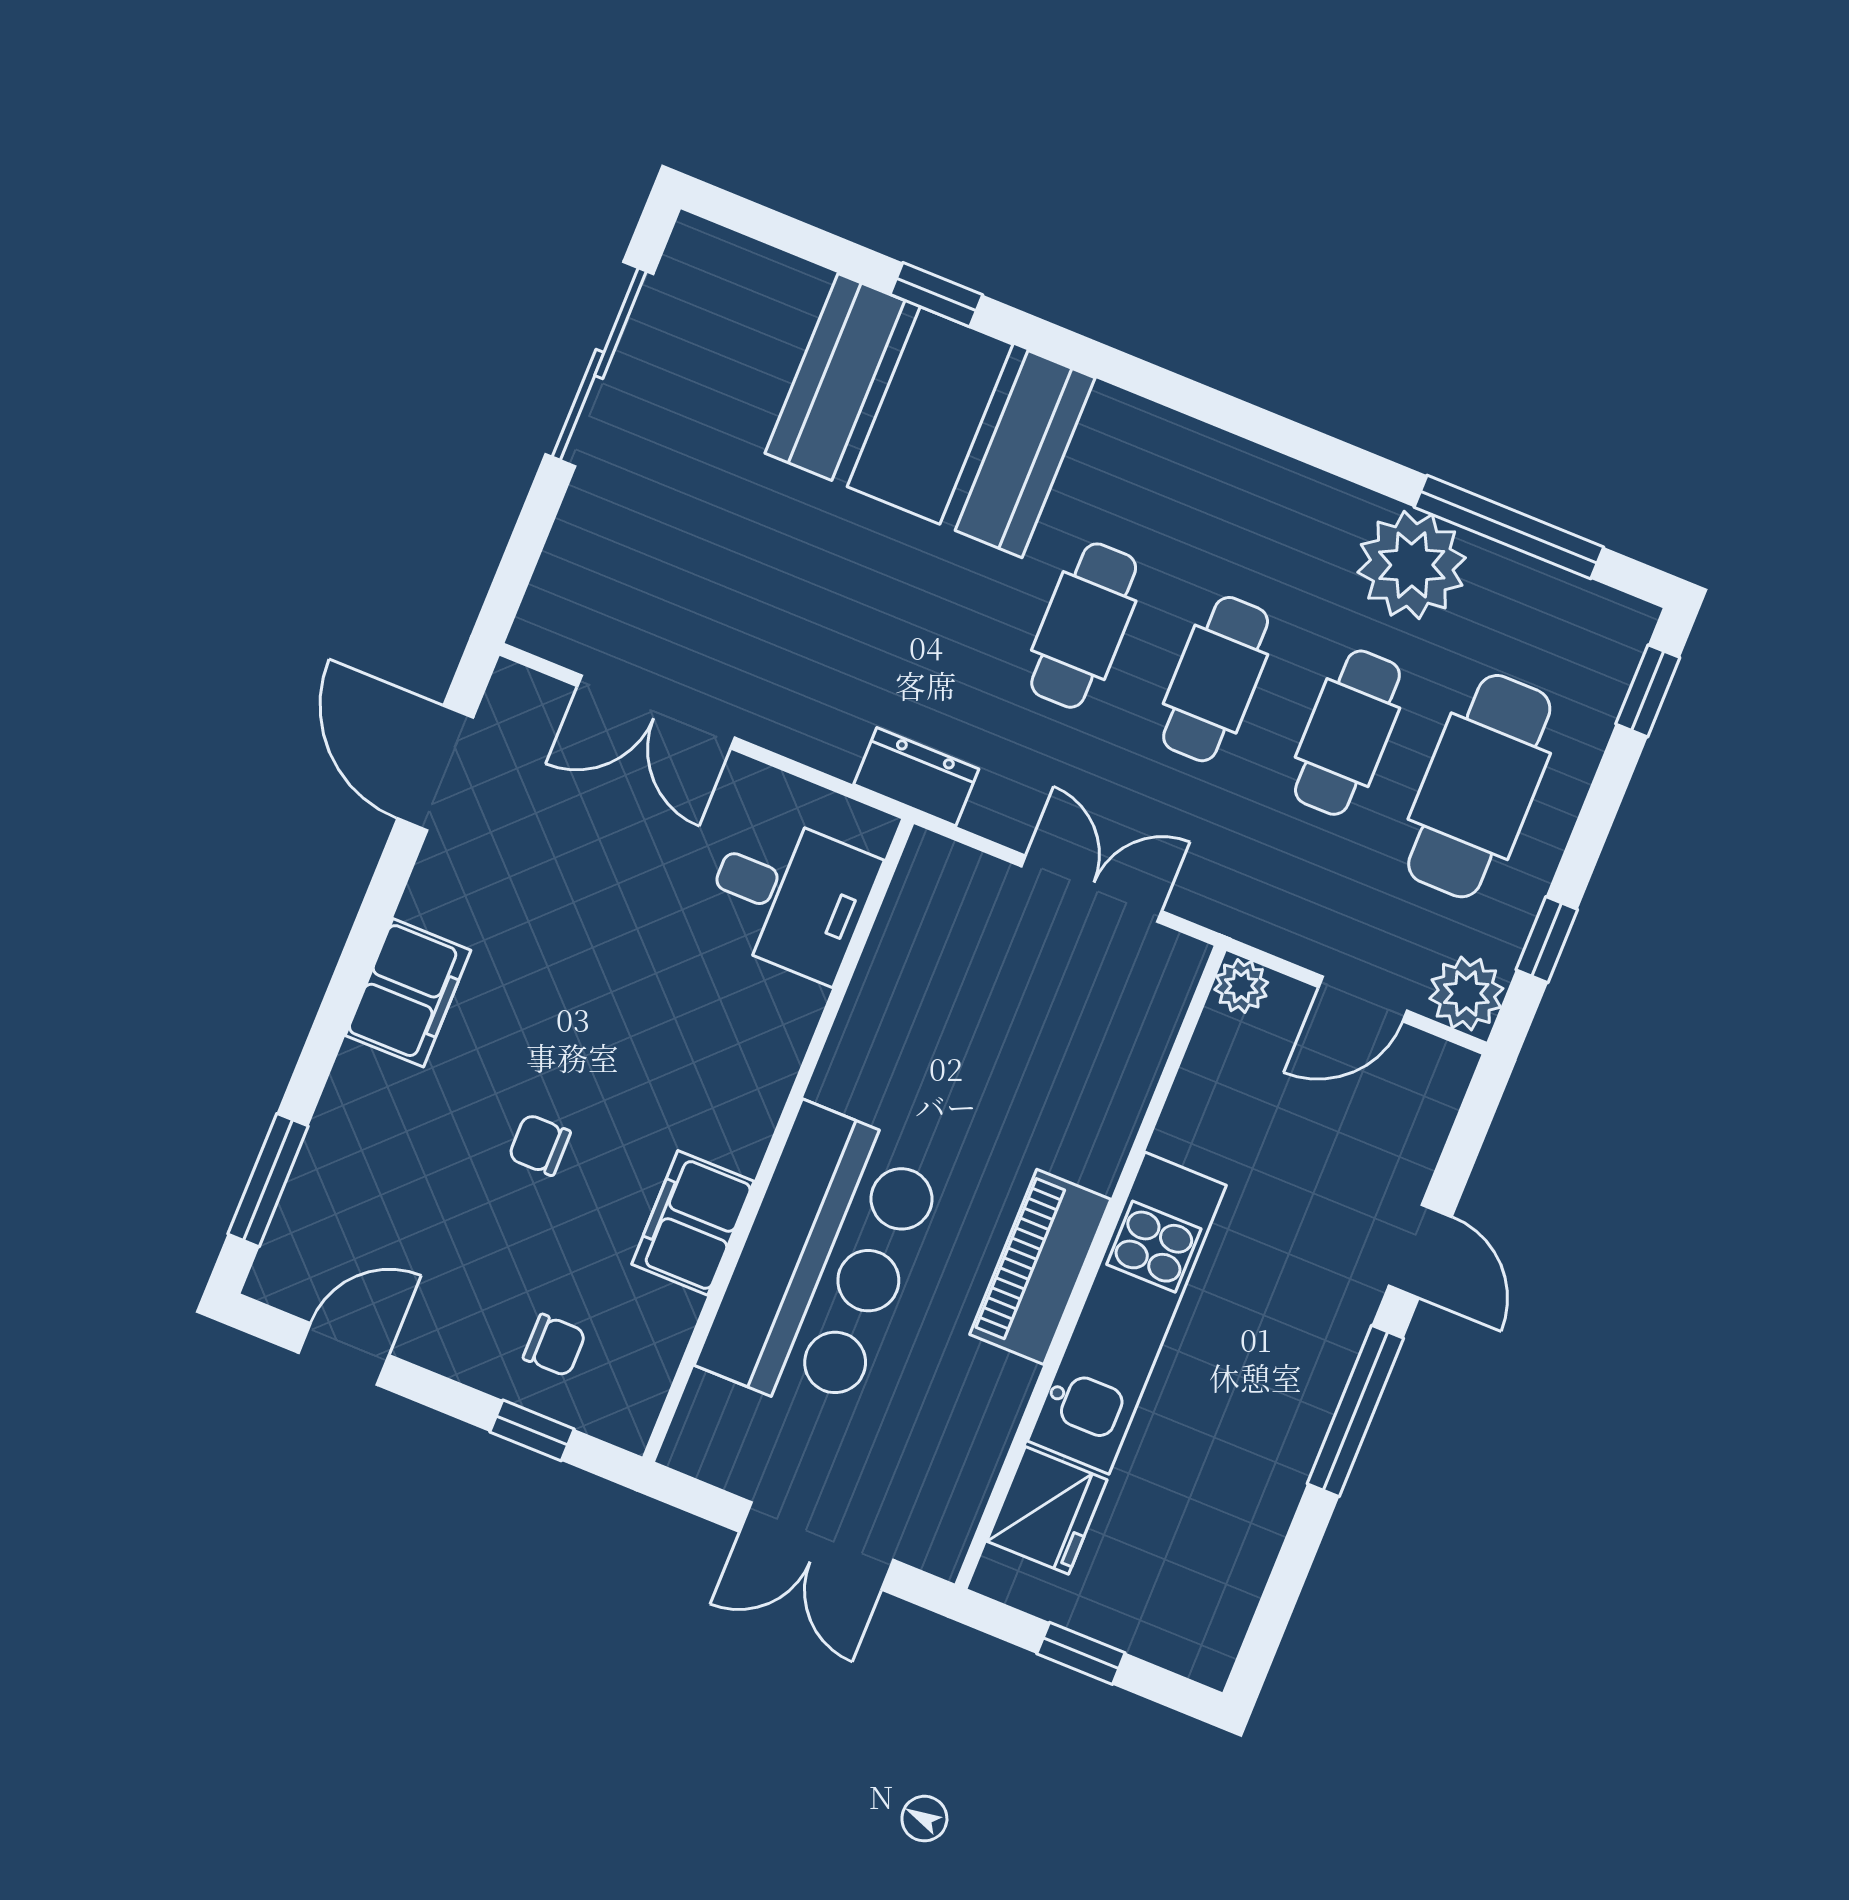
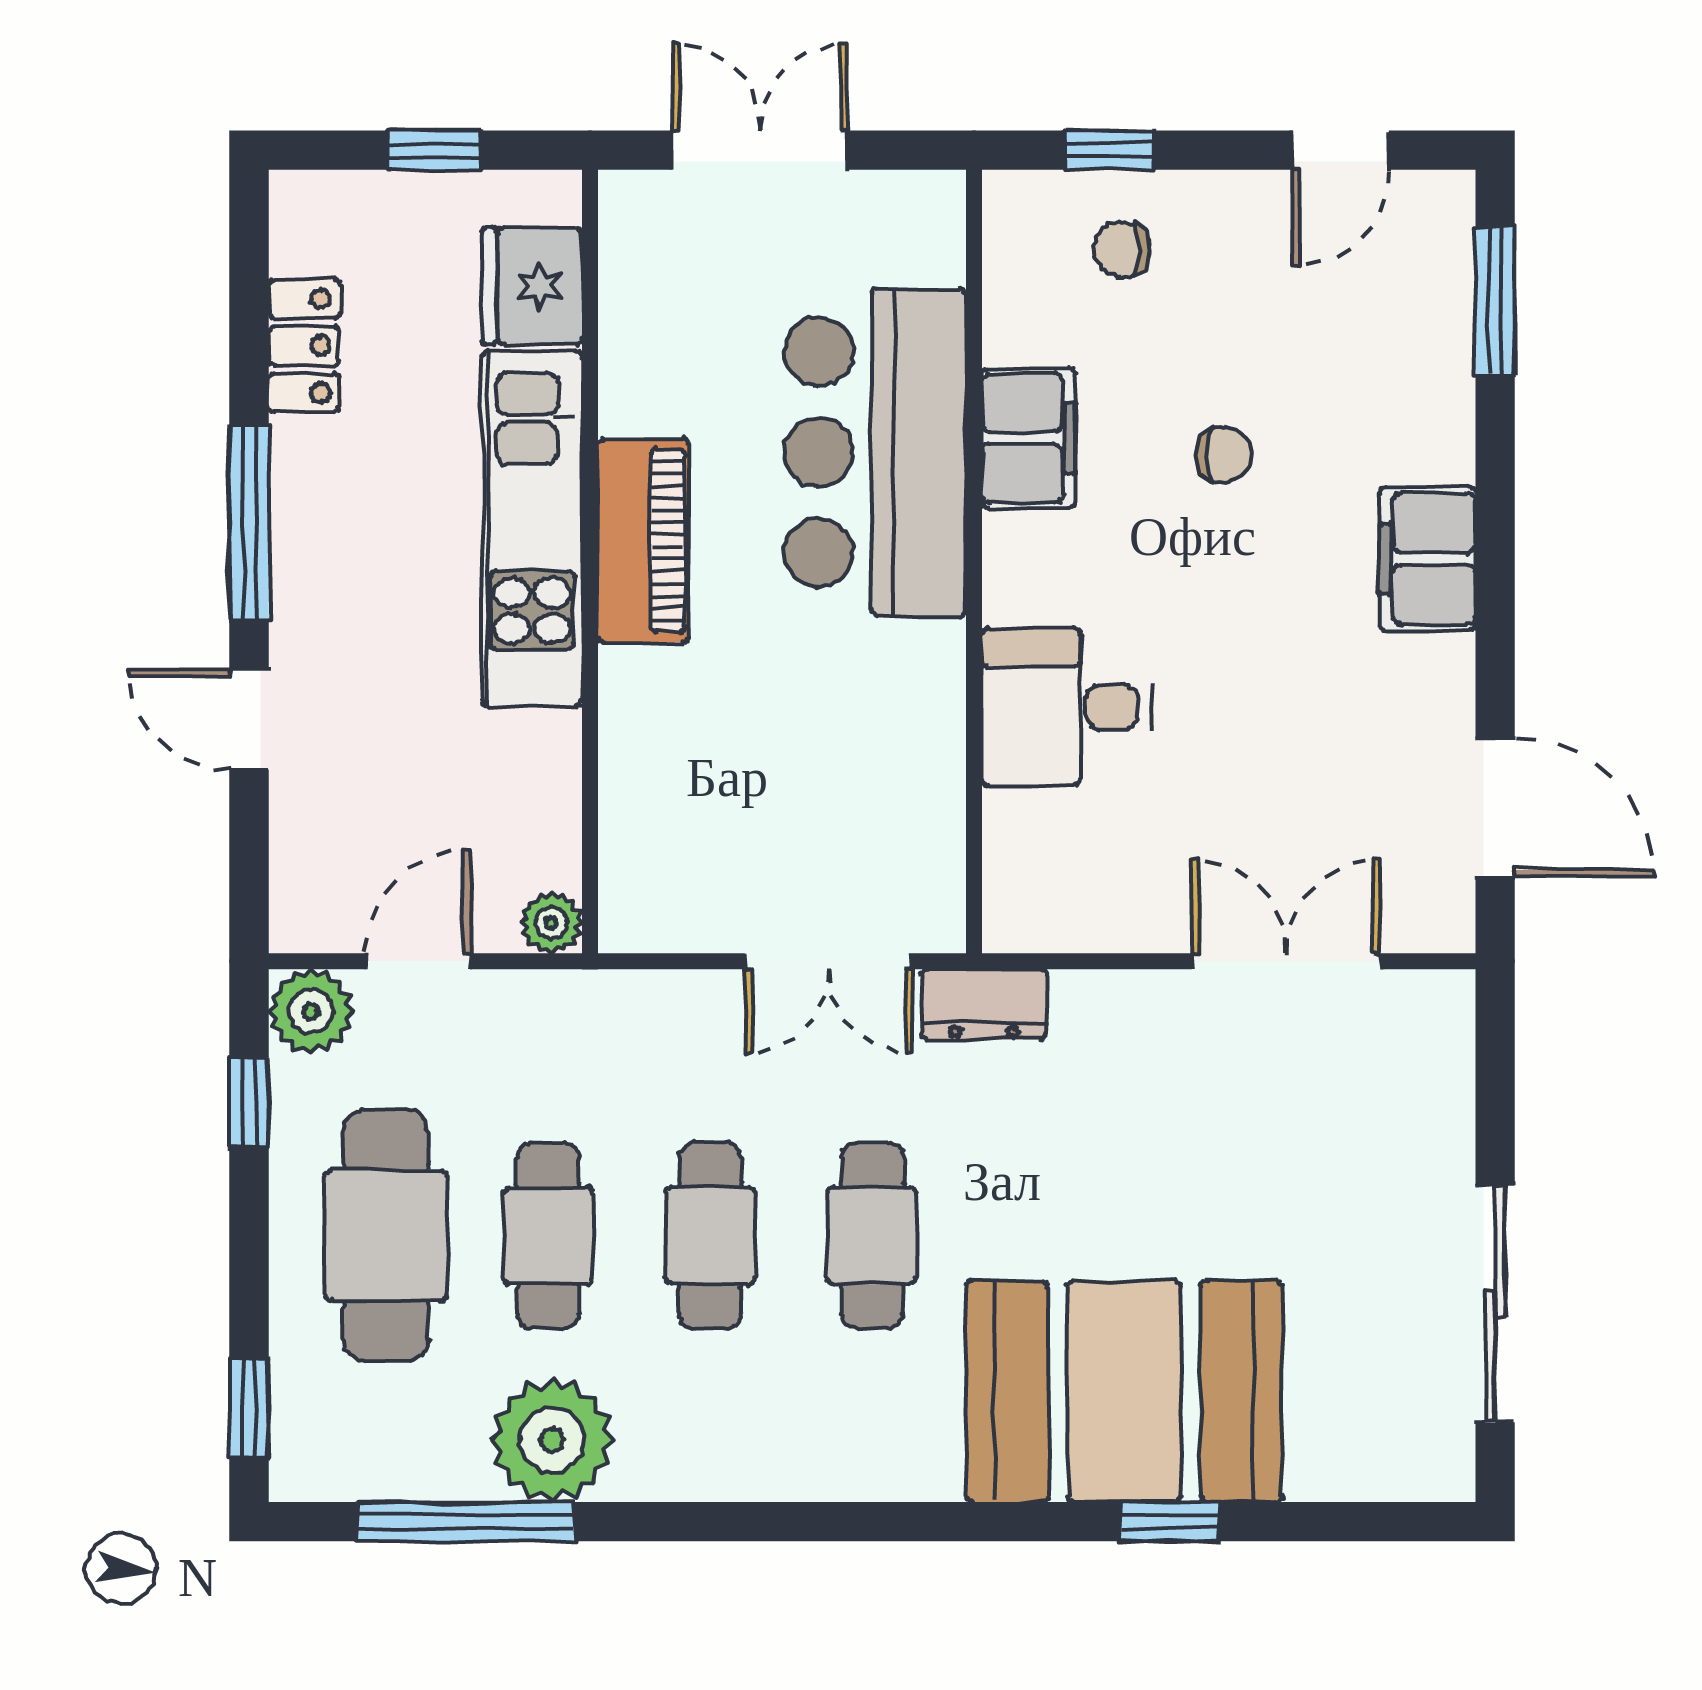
double door: (1092, 889) -> (829, 961), moved
desk: (790, 896) -> (1066, 707), moved
locker: (1252, 1537) -> (304, 346), added

